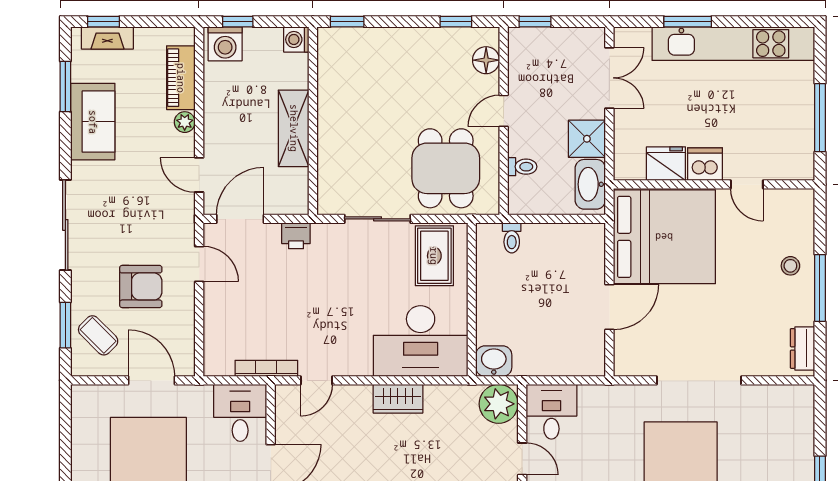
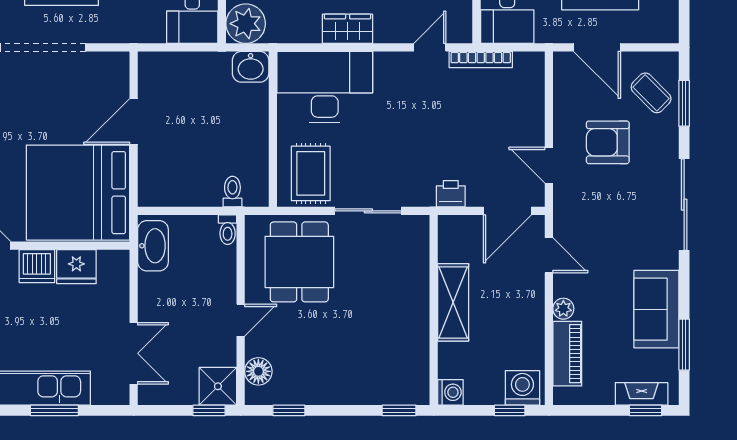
double door: (609, 78) -> (134, 353), swing flipped
shower: (587, 139) -> (218, 386), moved
toilet: (522, 167) -> (228, 230), moved, turned -90

